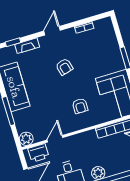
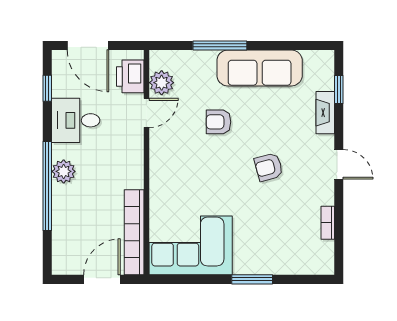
armchair: (80, 106) -> (218, 122), moved
plant: (26, 139) -> (162, 83), moved
door: (55, 139) -> (146, 113), hinge flipped

